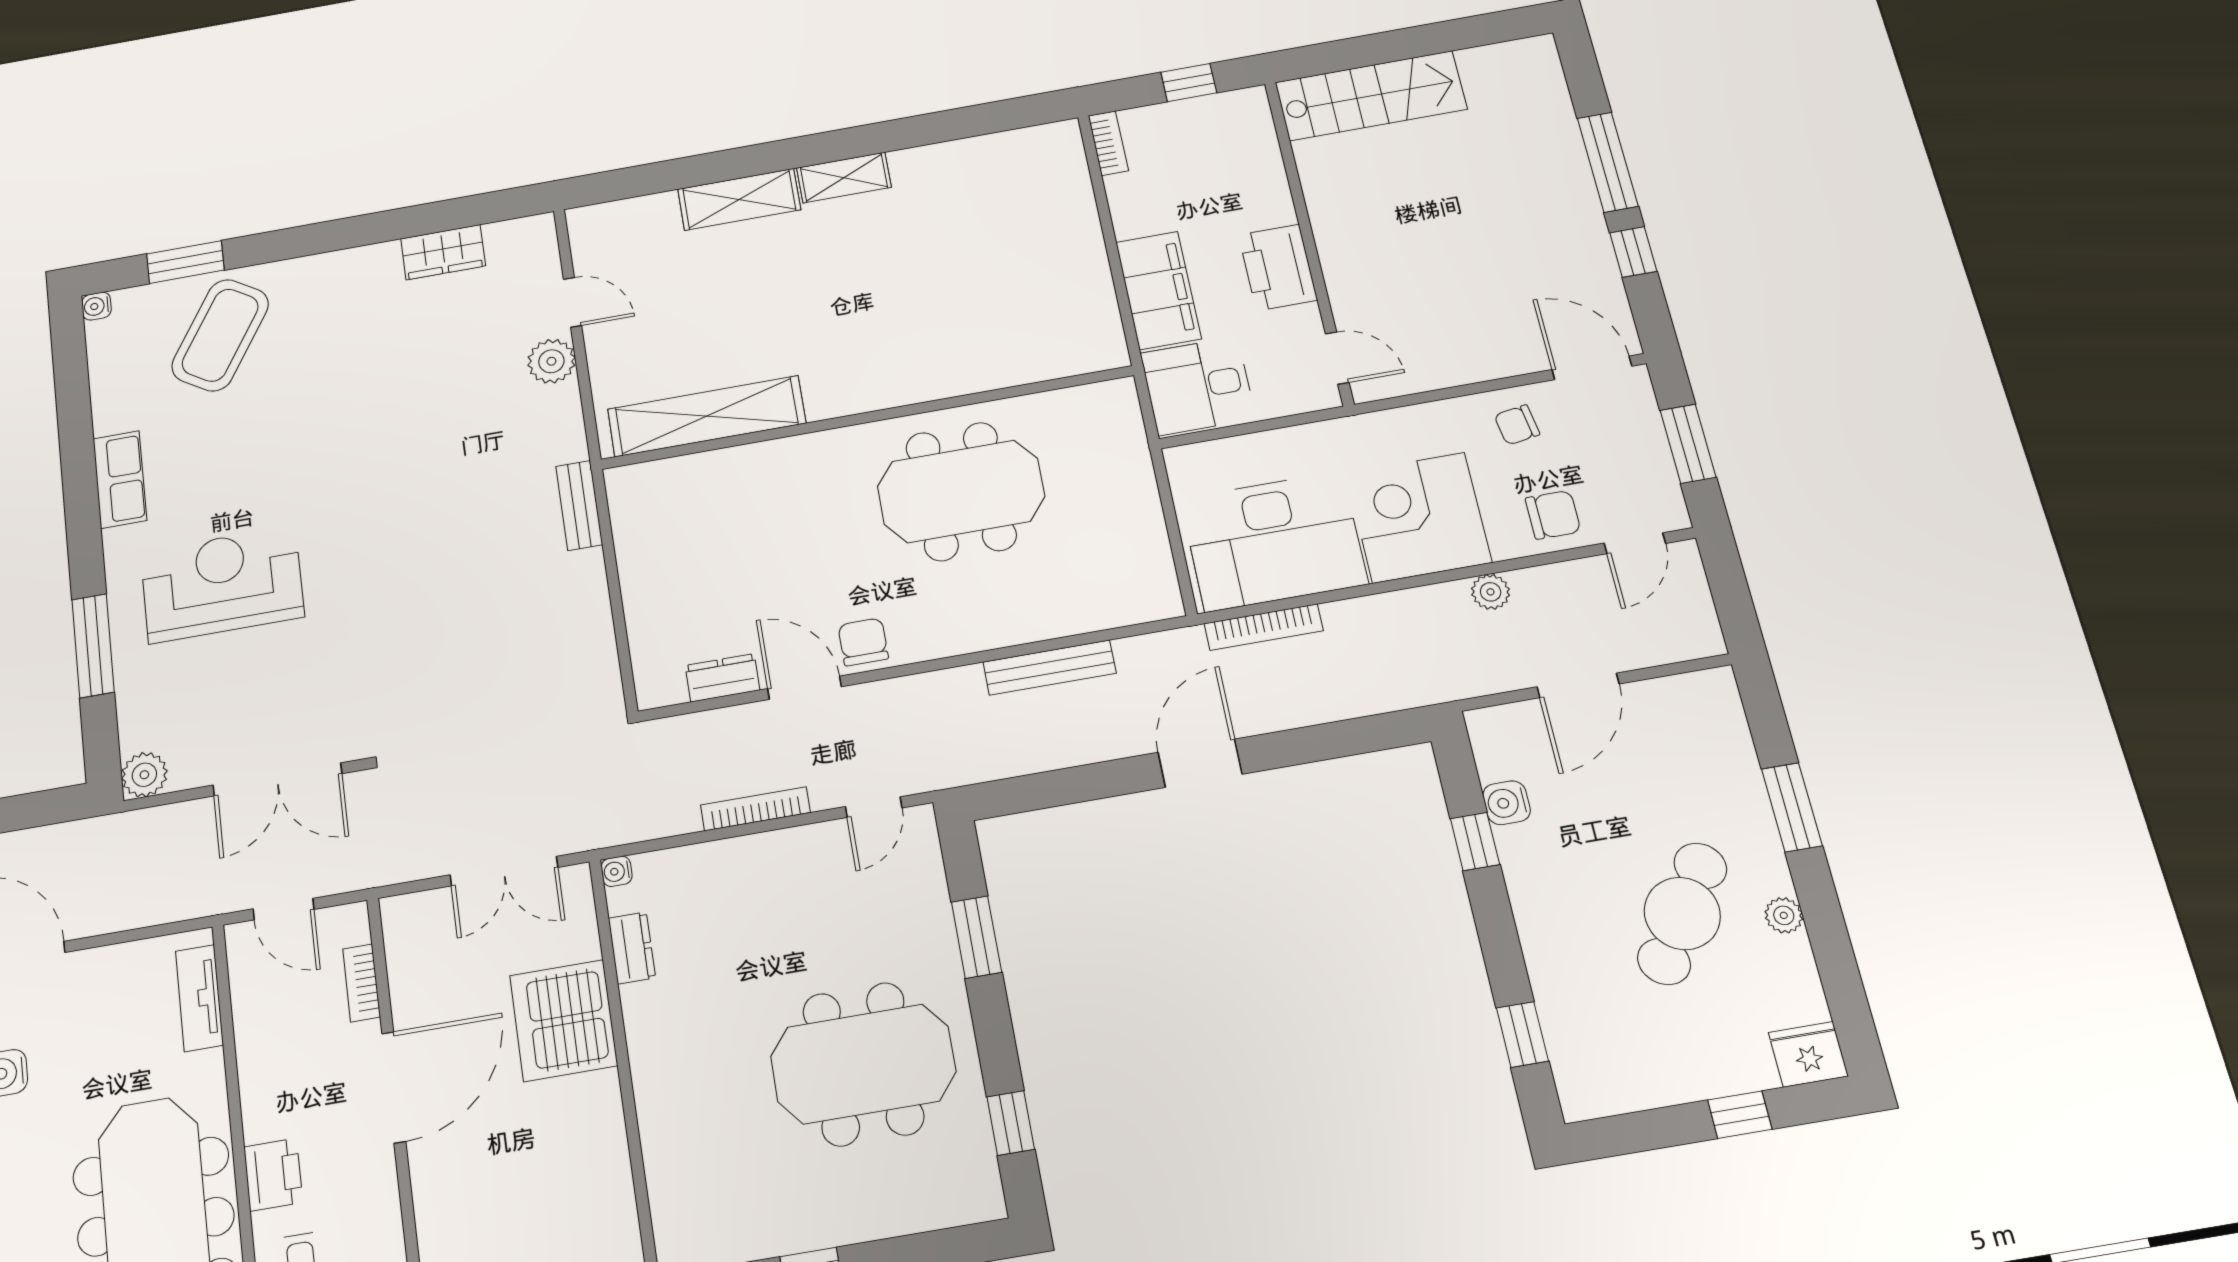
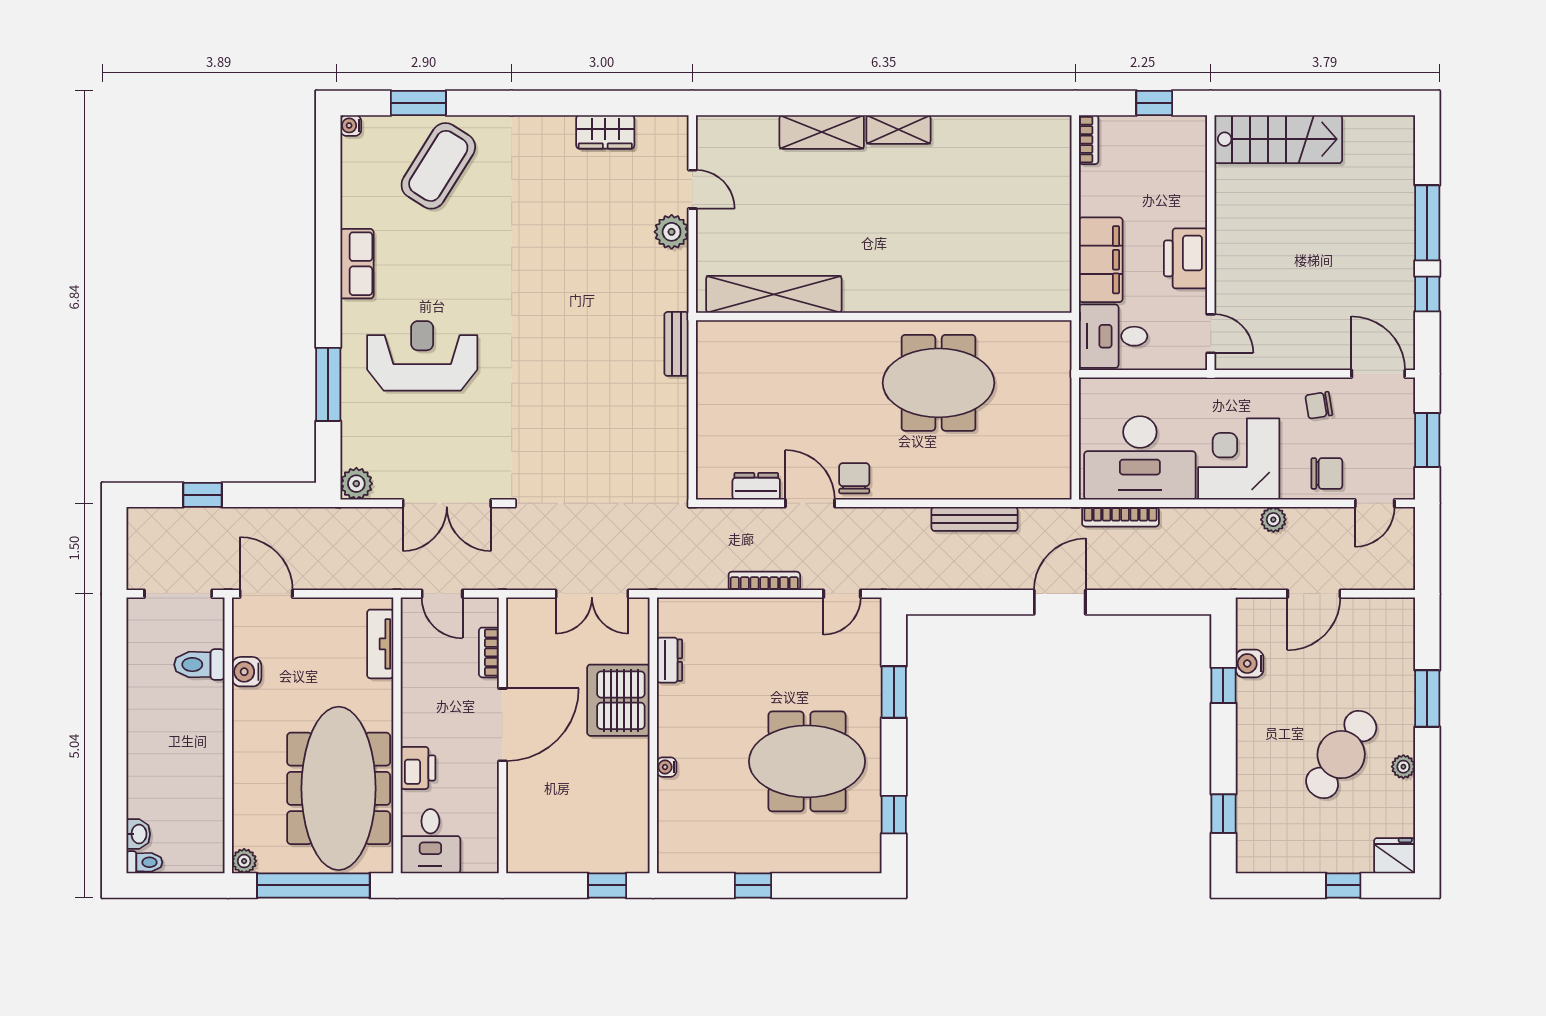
water cooler: (617, 871) -> (667, 767), moved

